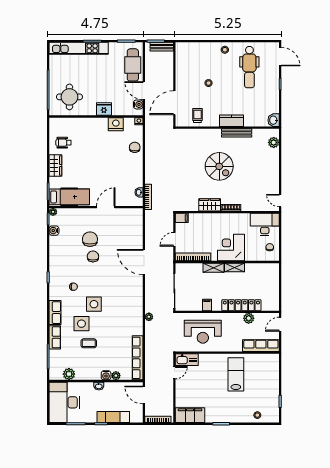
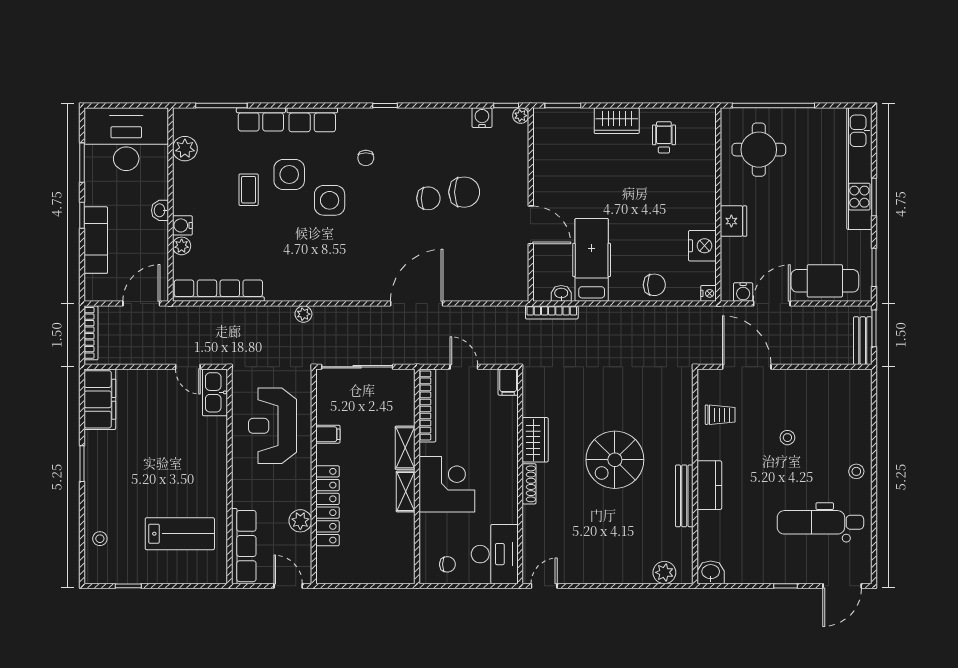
hospital bed: (69, 197) -> (592, 260), moved, turned 180
lab bench: (236, 374) -> (180, 534), moved

